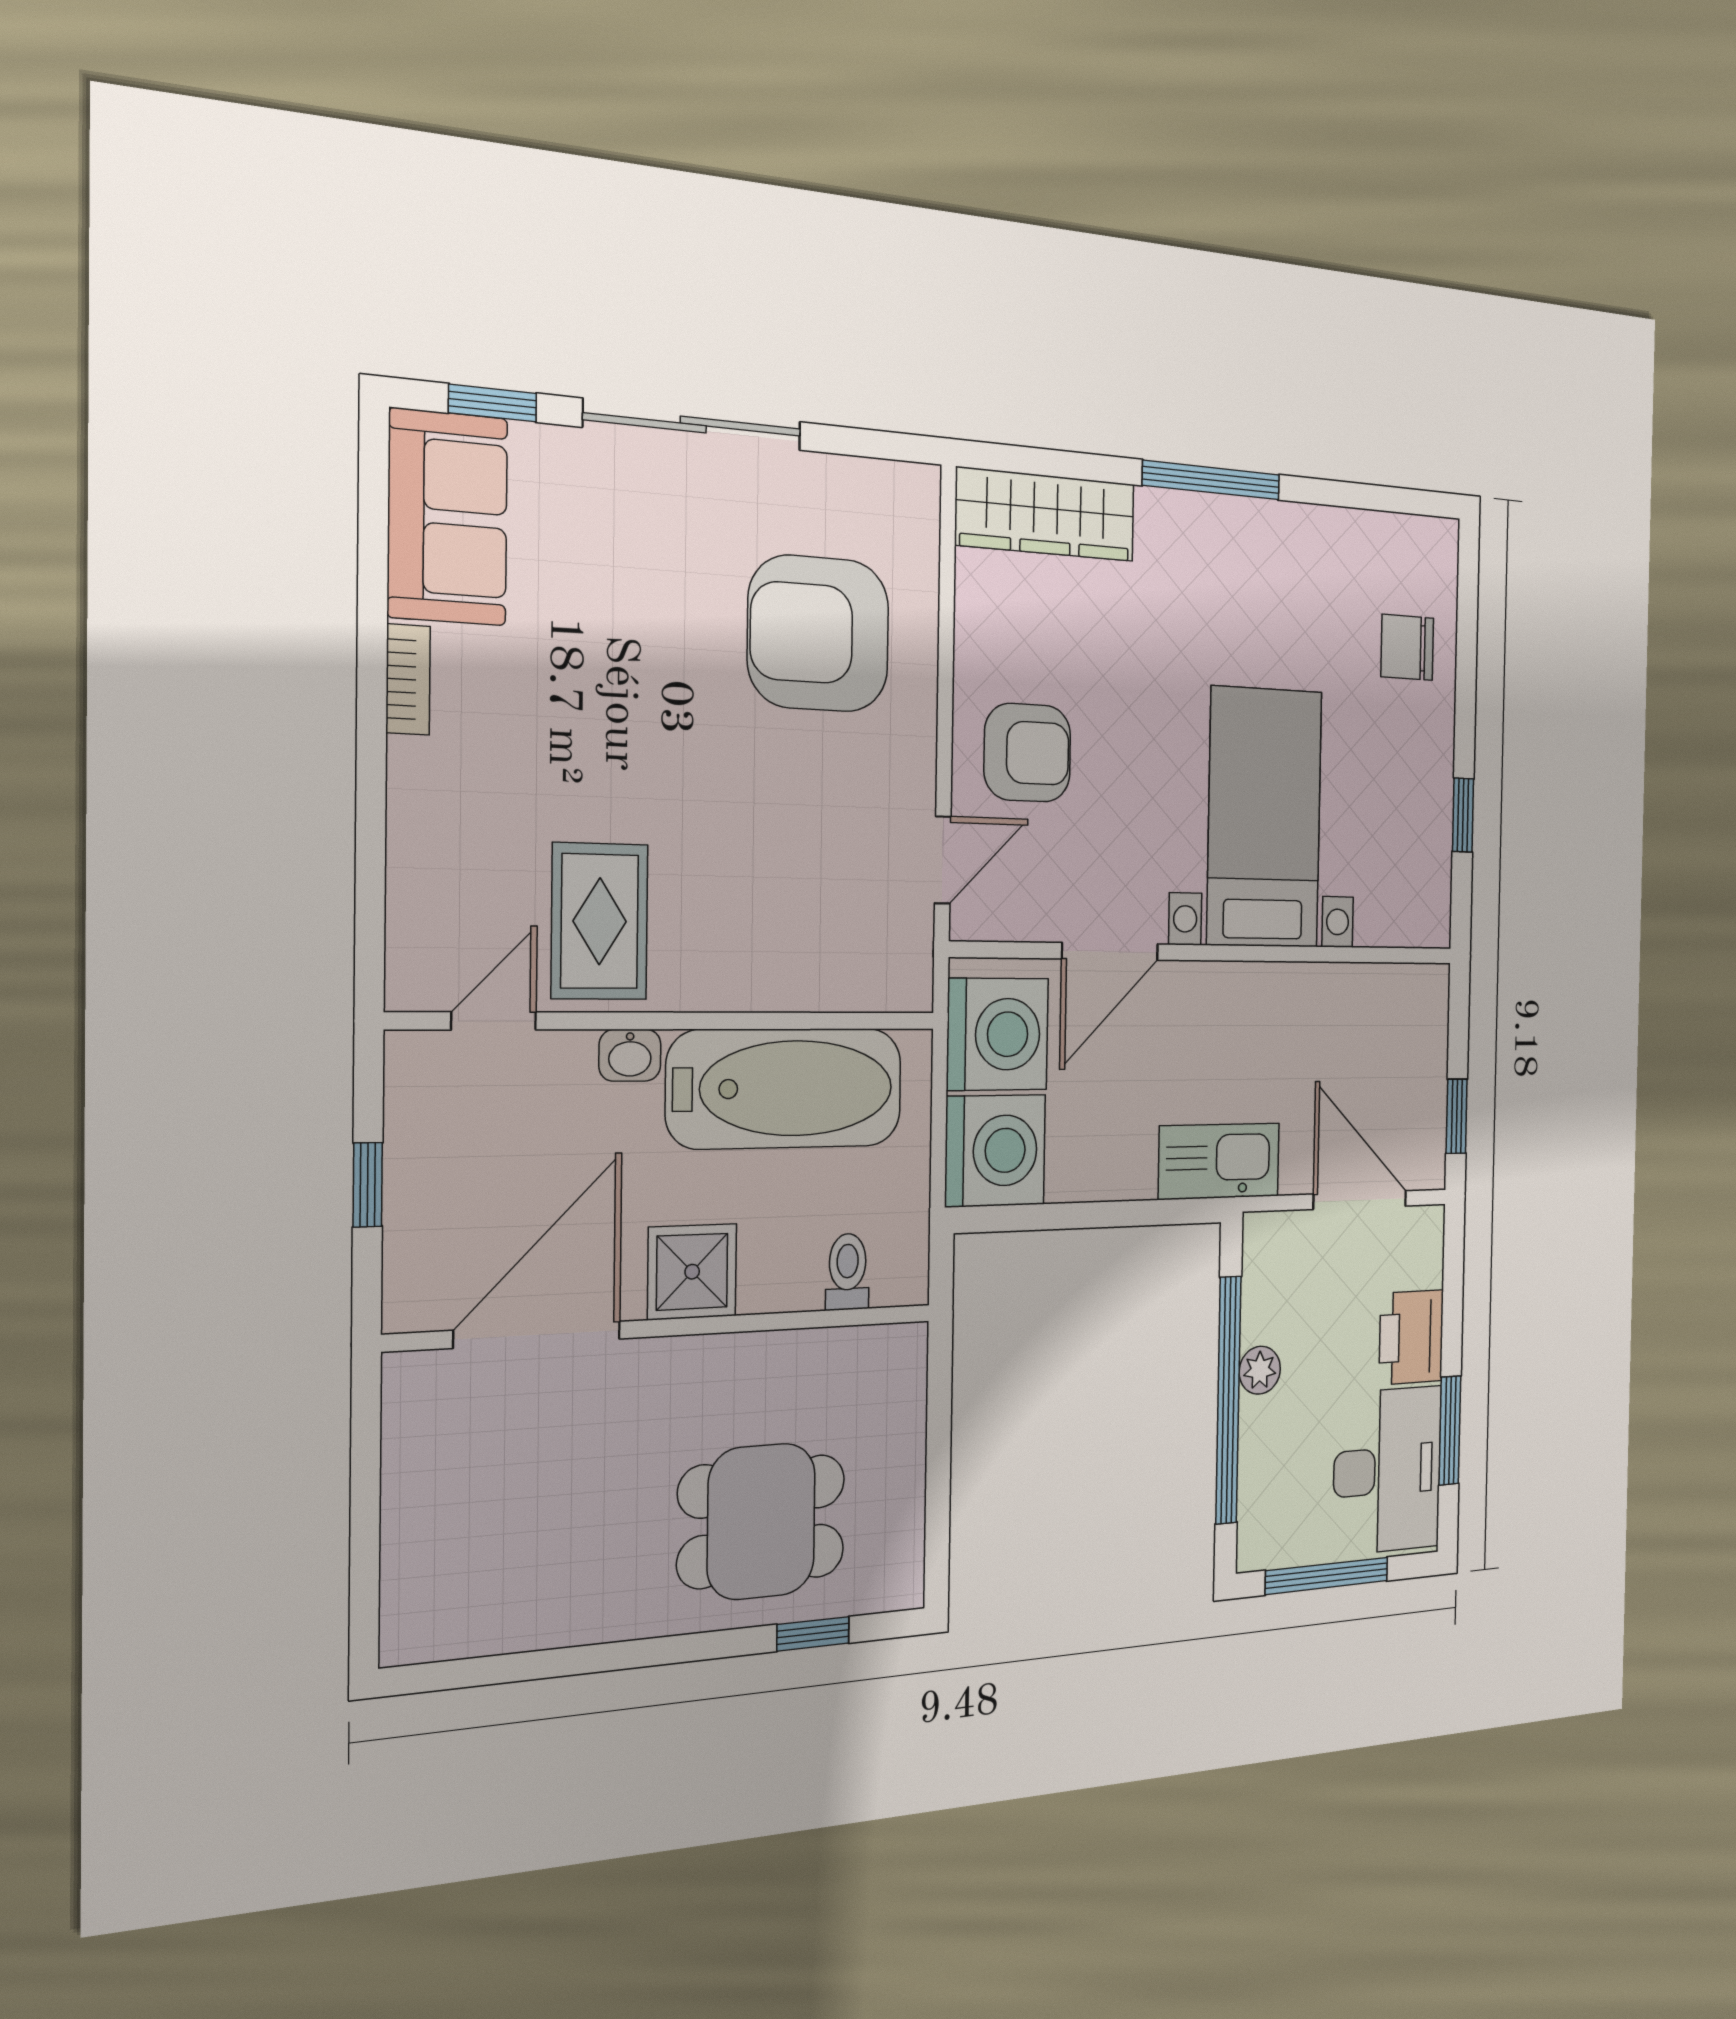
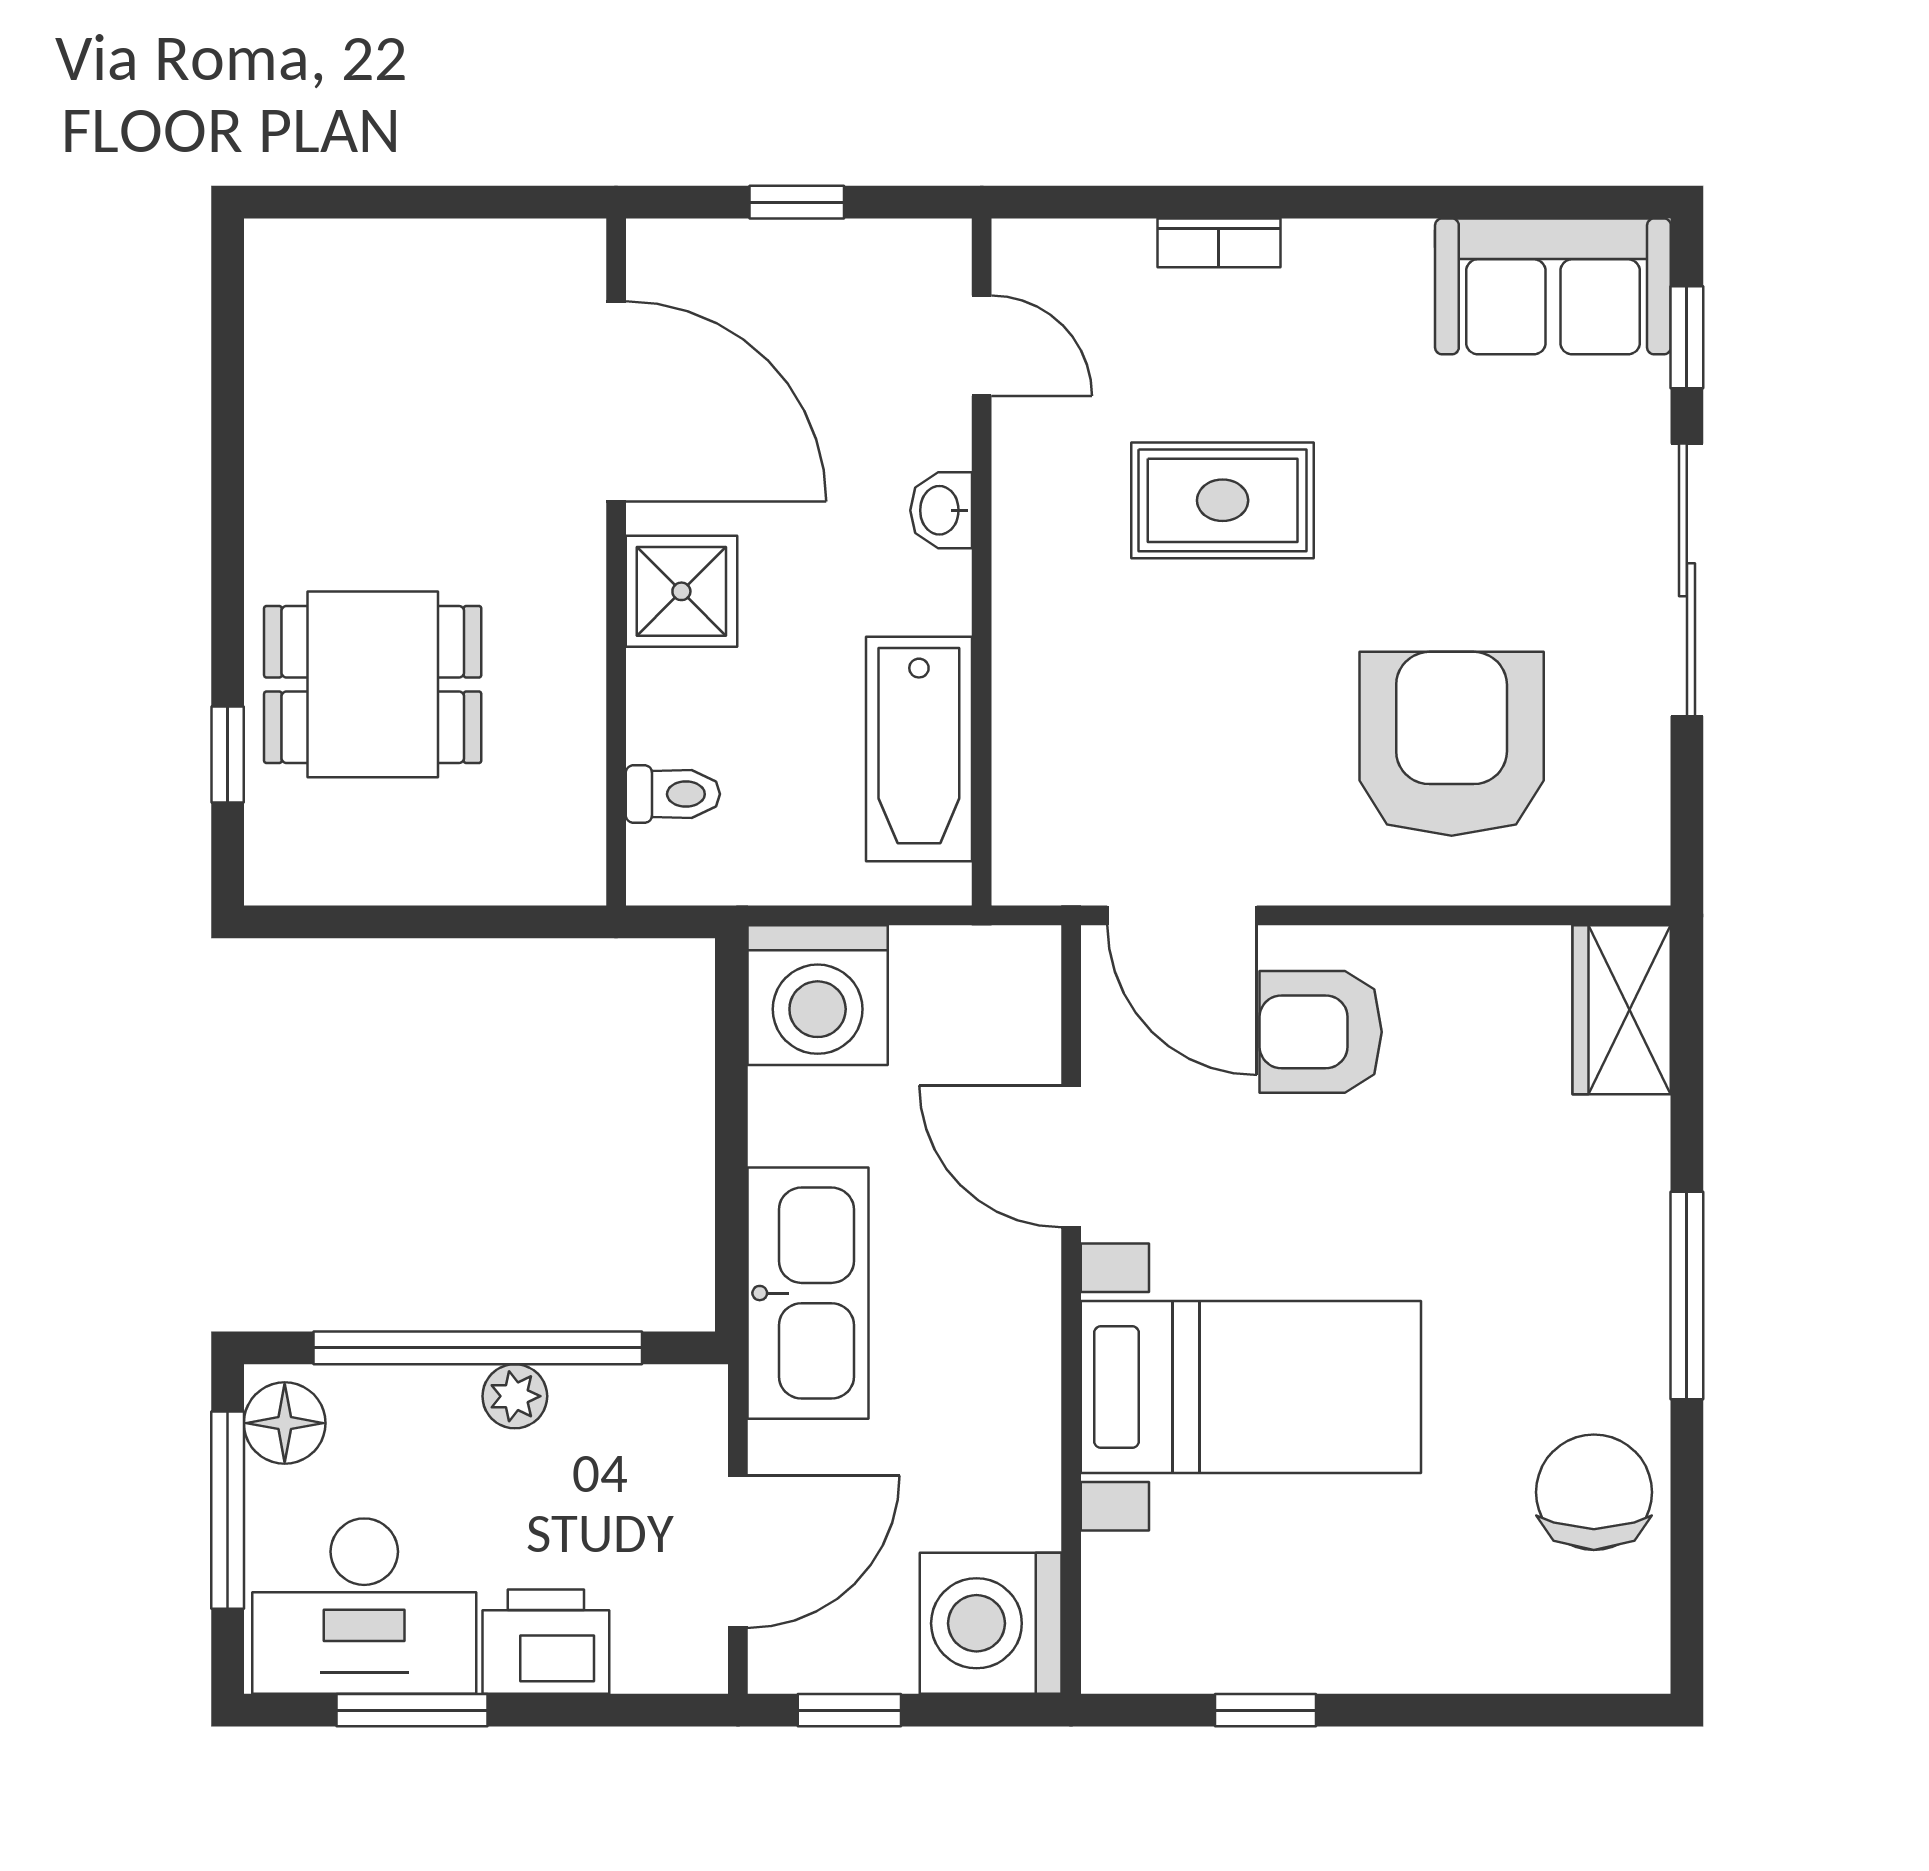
wardrobe: (1045, 514) -> (1622, 1010), width x0.67
chair: (1407, 647) -> (1594, 1492), moved, width x1.37, depth x1.37
bookcase: (408, 679) -> (1219, 243), moved
armchair: (1027, 753) -> (1321, 1032), turned 90
door: (943, 860) -> (1182, 915), width x1.38
rug: (600, 921) -> (1223, 500), moved
washing machine: (998, 1034) -> (991, 1623), moved, turned 90
bathtub: (785, 1088) -> (919, 749), width x0.73, depth x0.73
kitchen sink: (1219, 1161) -> (808, 1293), width x1.36, depth x1.24
dining table: (761, 1521) -> (373, 684), turned 90
floor lamp: (1273, 1540) -> (285, 1423), added

